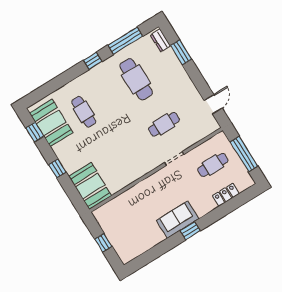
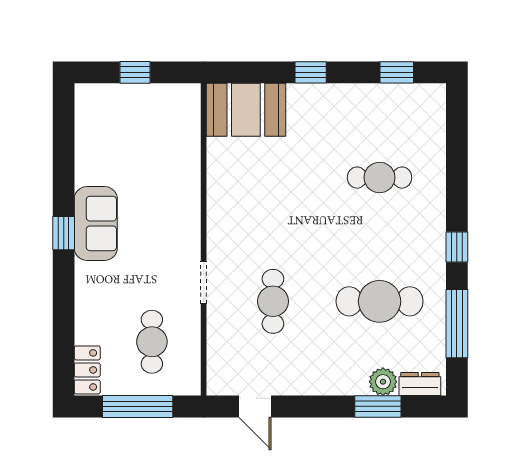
plant: (169, 57) -> (383, 382), added
booth: (51, 123) -> (395, 110), removed
locker: (226, 195) -> (87, 370), moved

